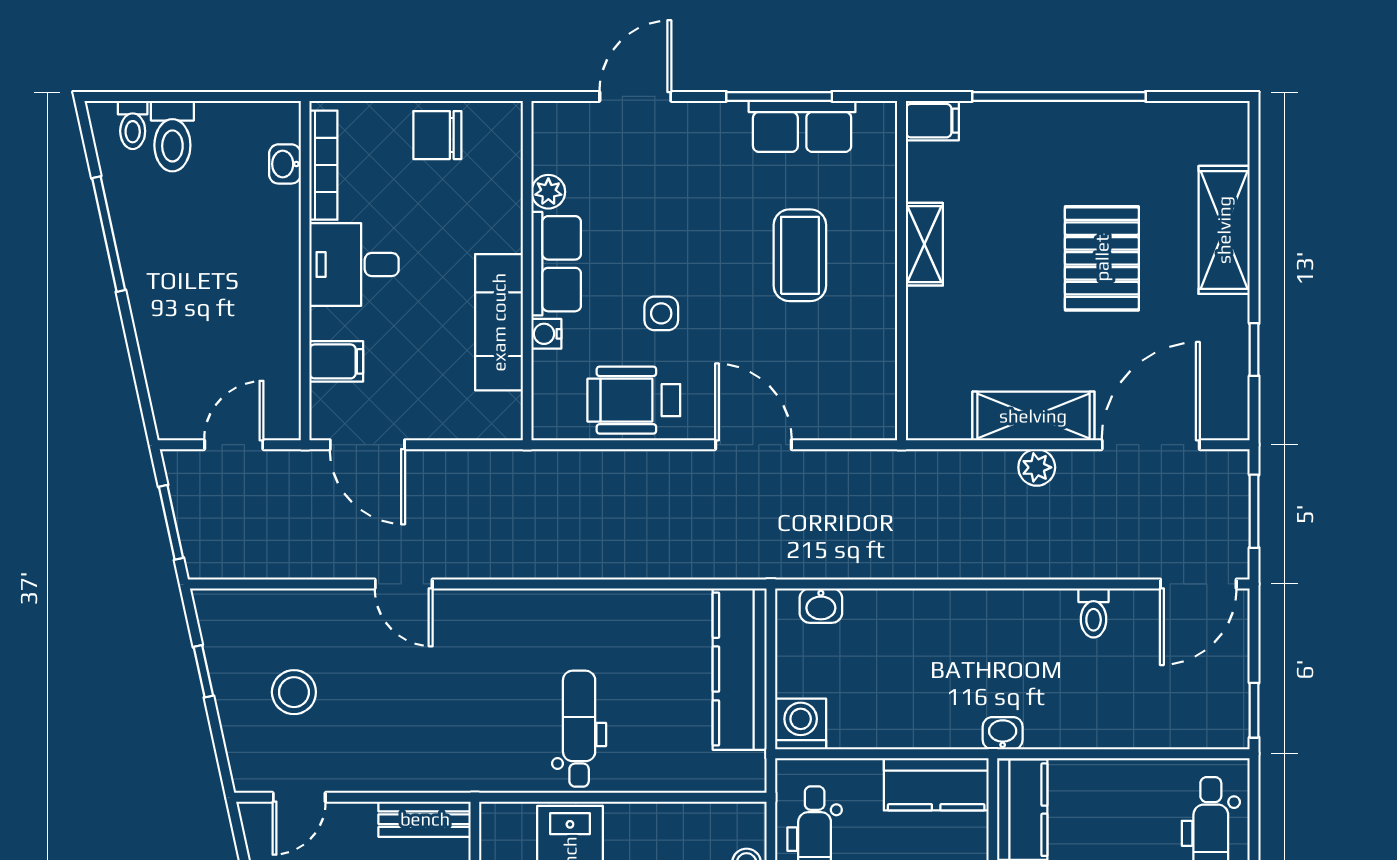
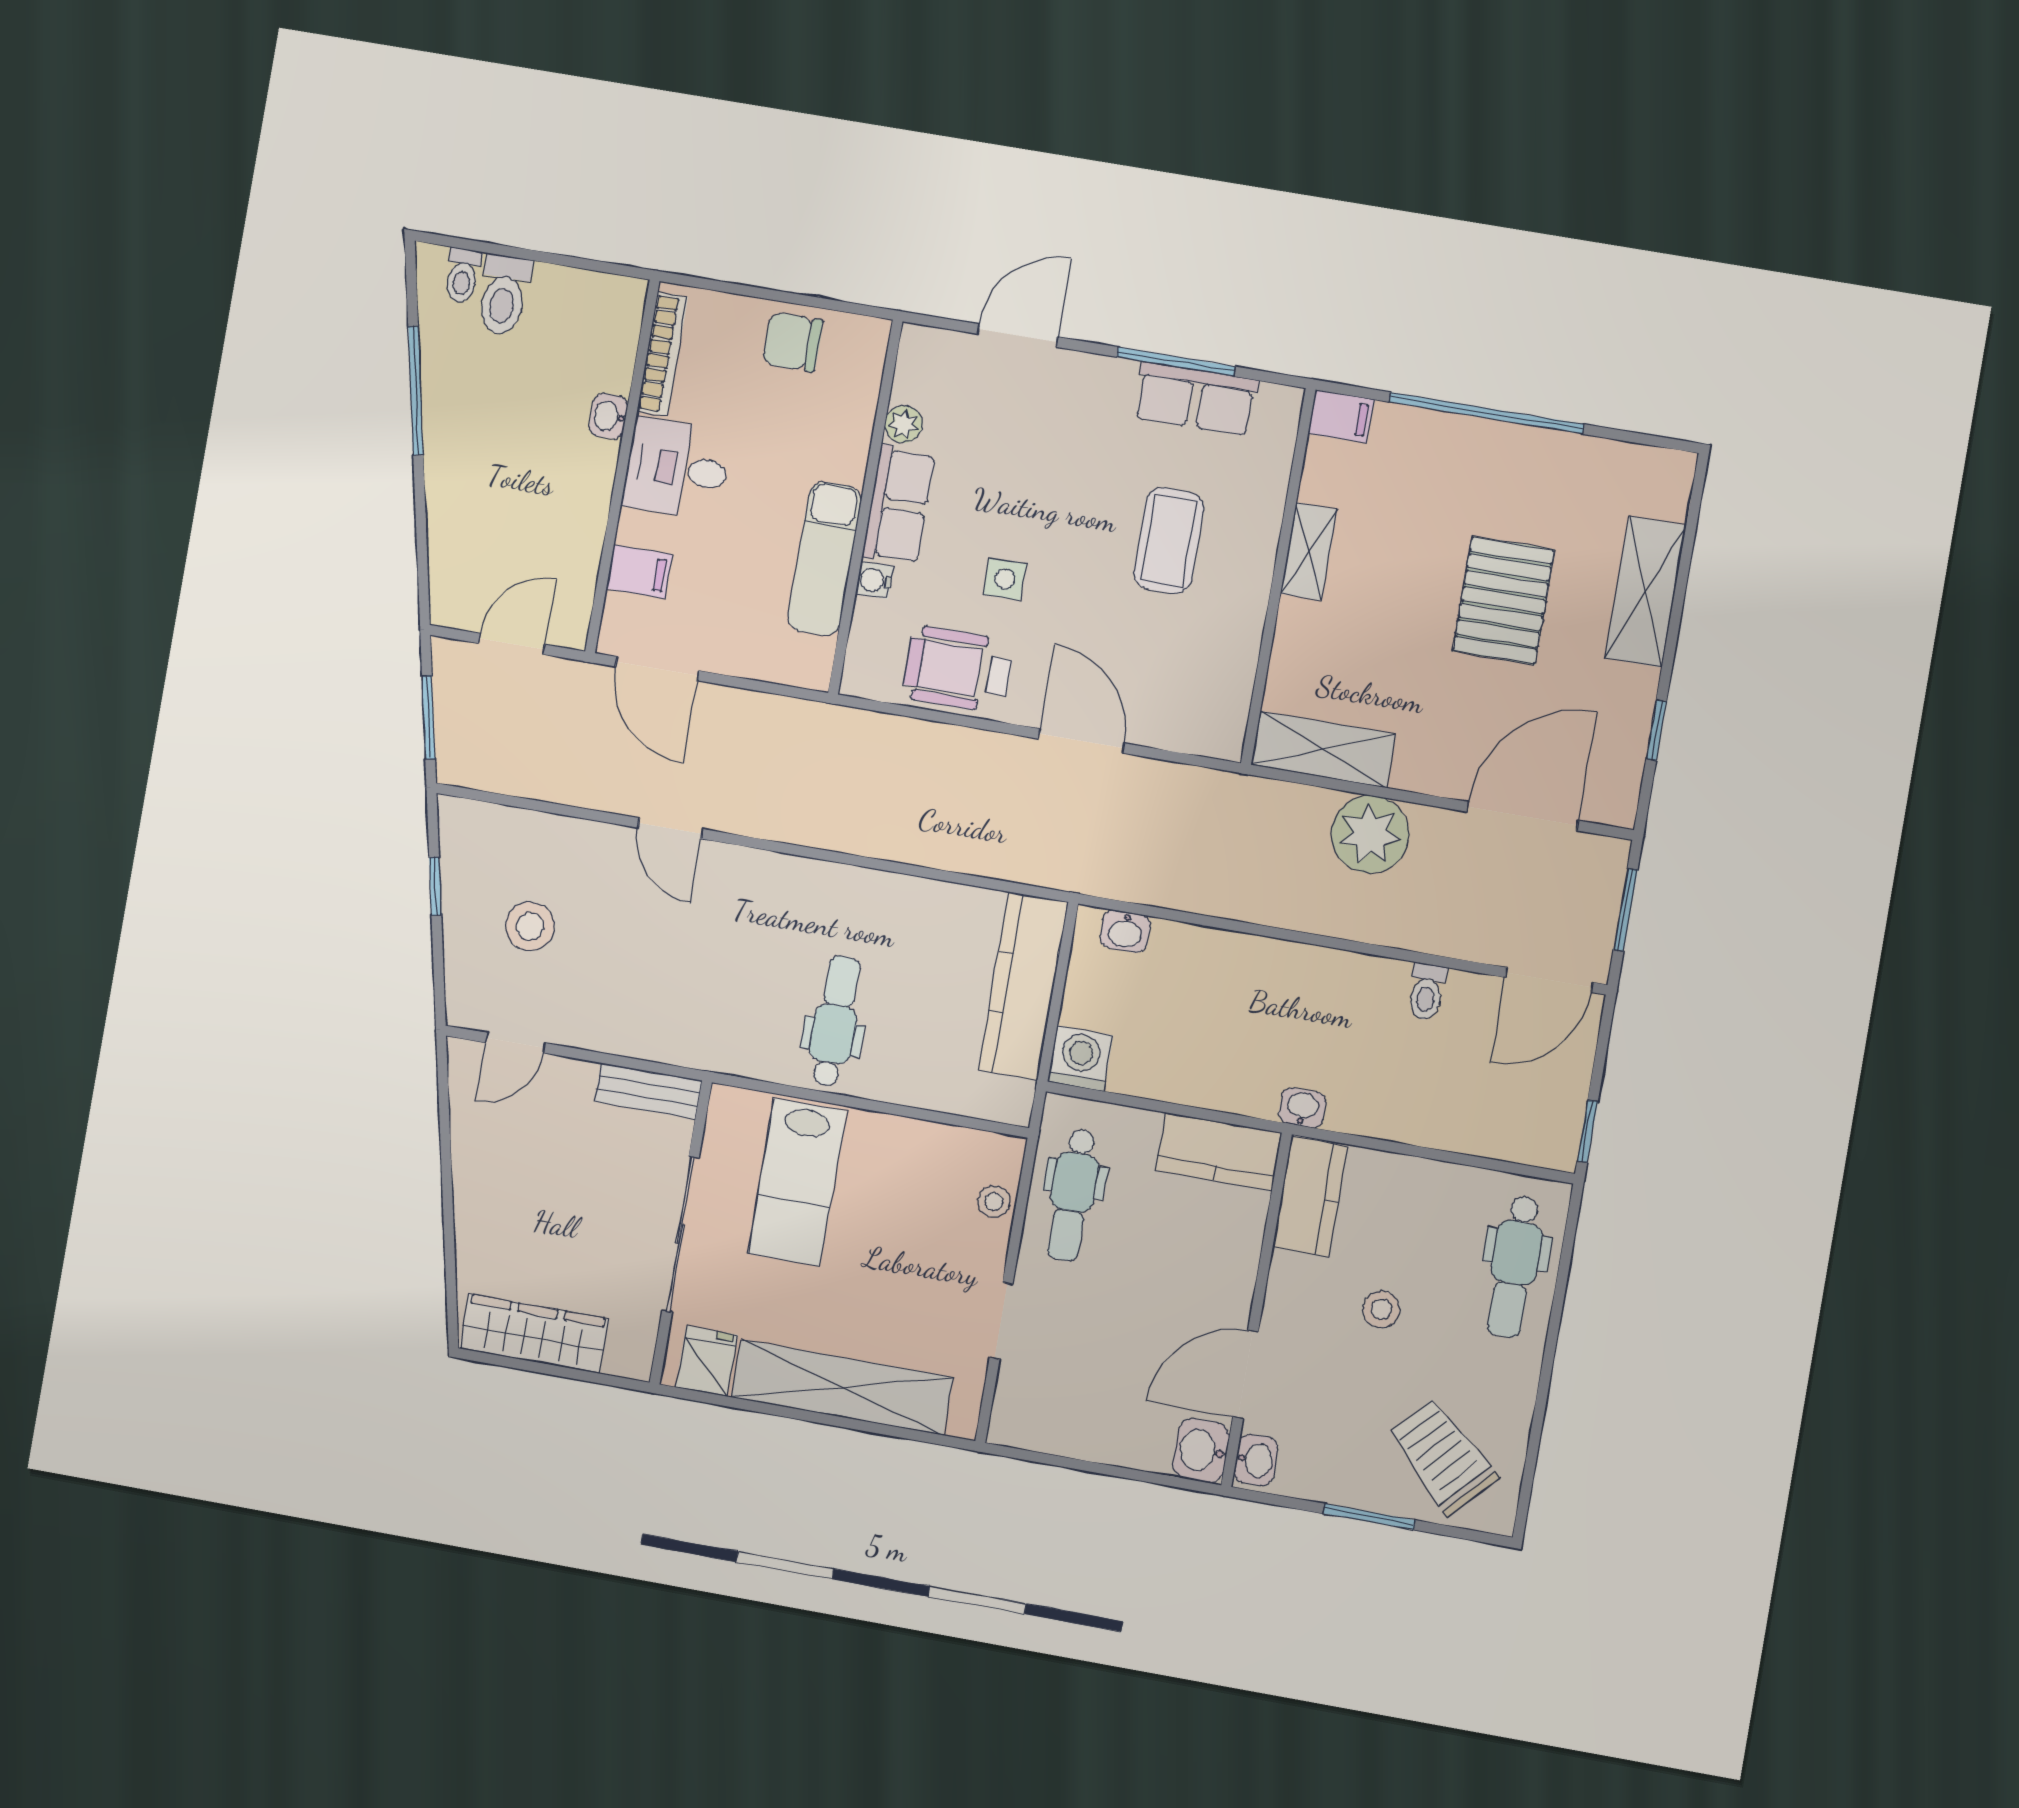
washbasin: (285, 164) -> (609, 416), moved
shelving: (1033, 416) -> (1323, 749), moved
plant: (1037, 467) -> (1370, 834), width x1.88, depth x1.88

